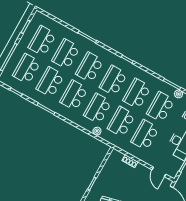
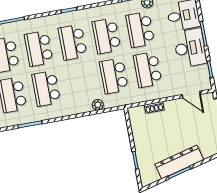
school desk: (98, 108) -> (80, 82), removed

